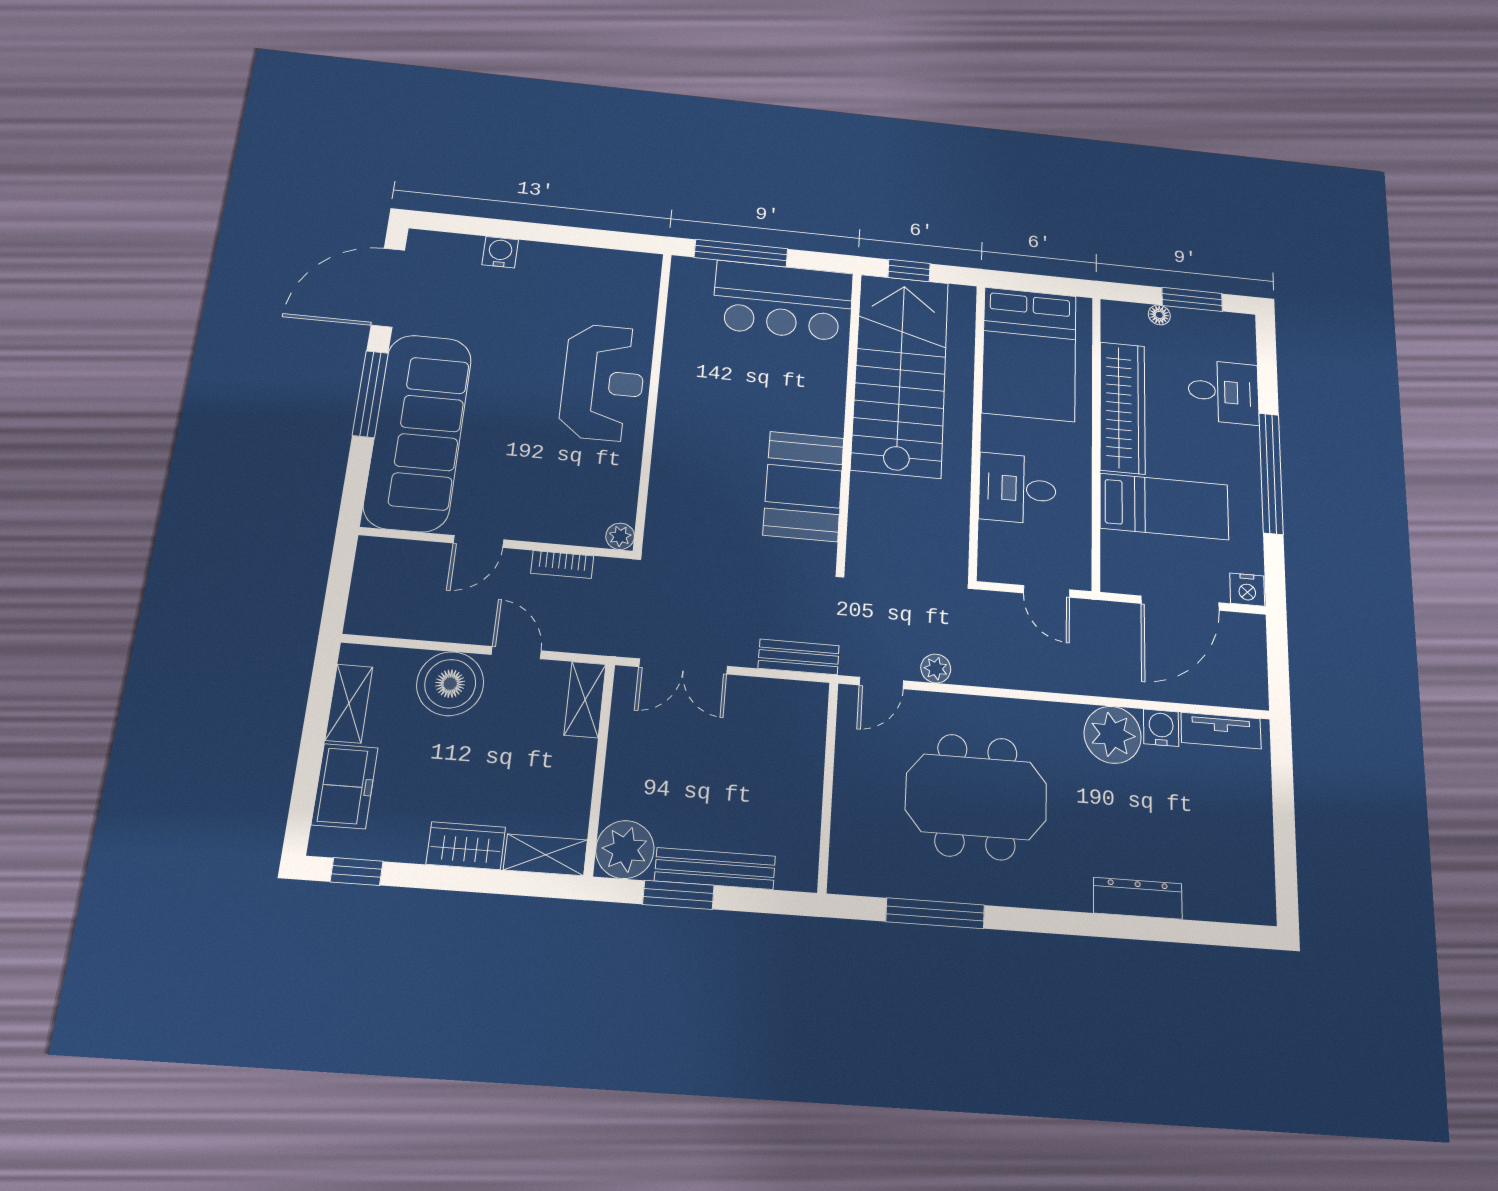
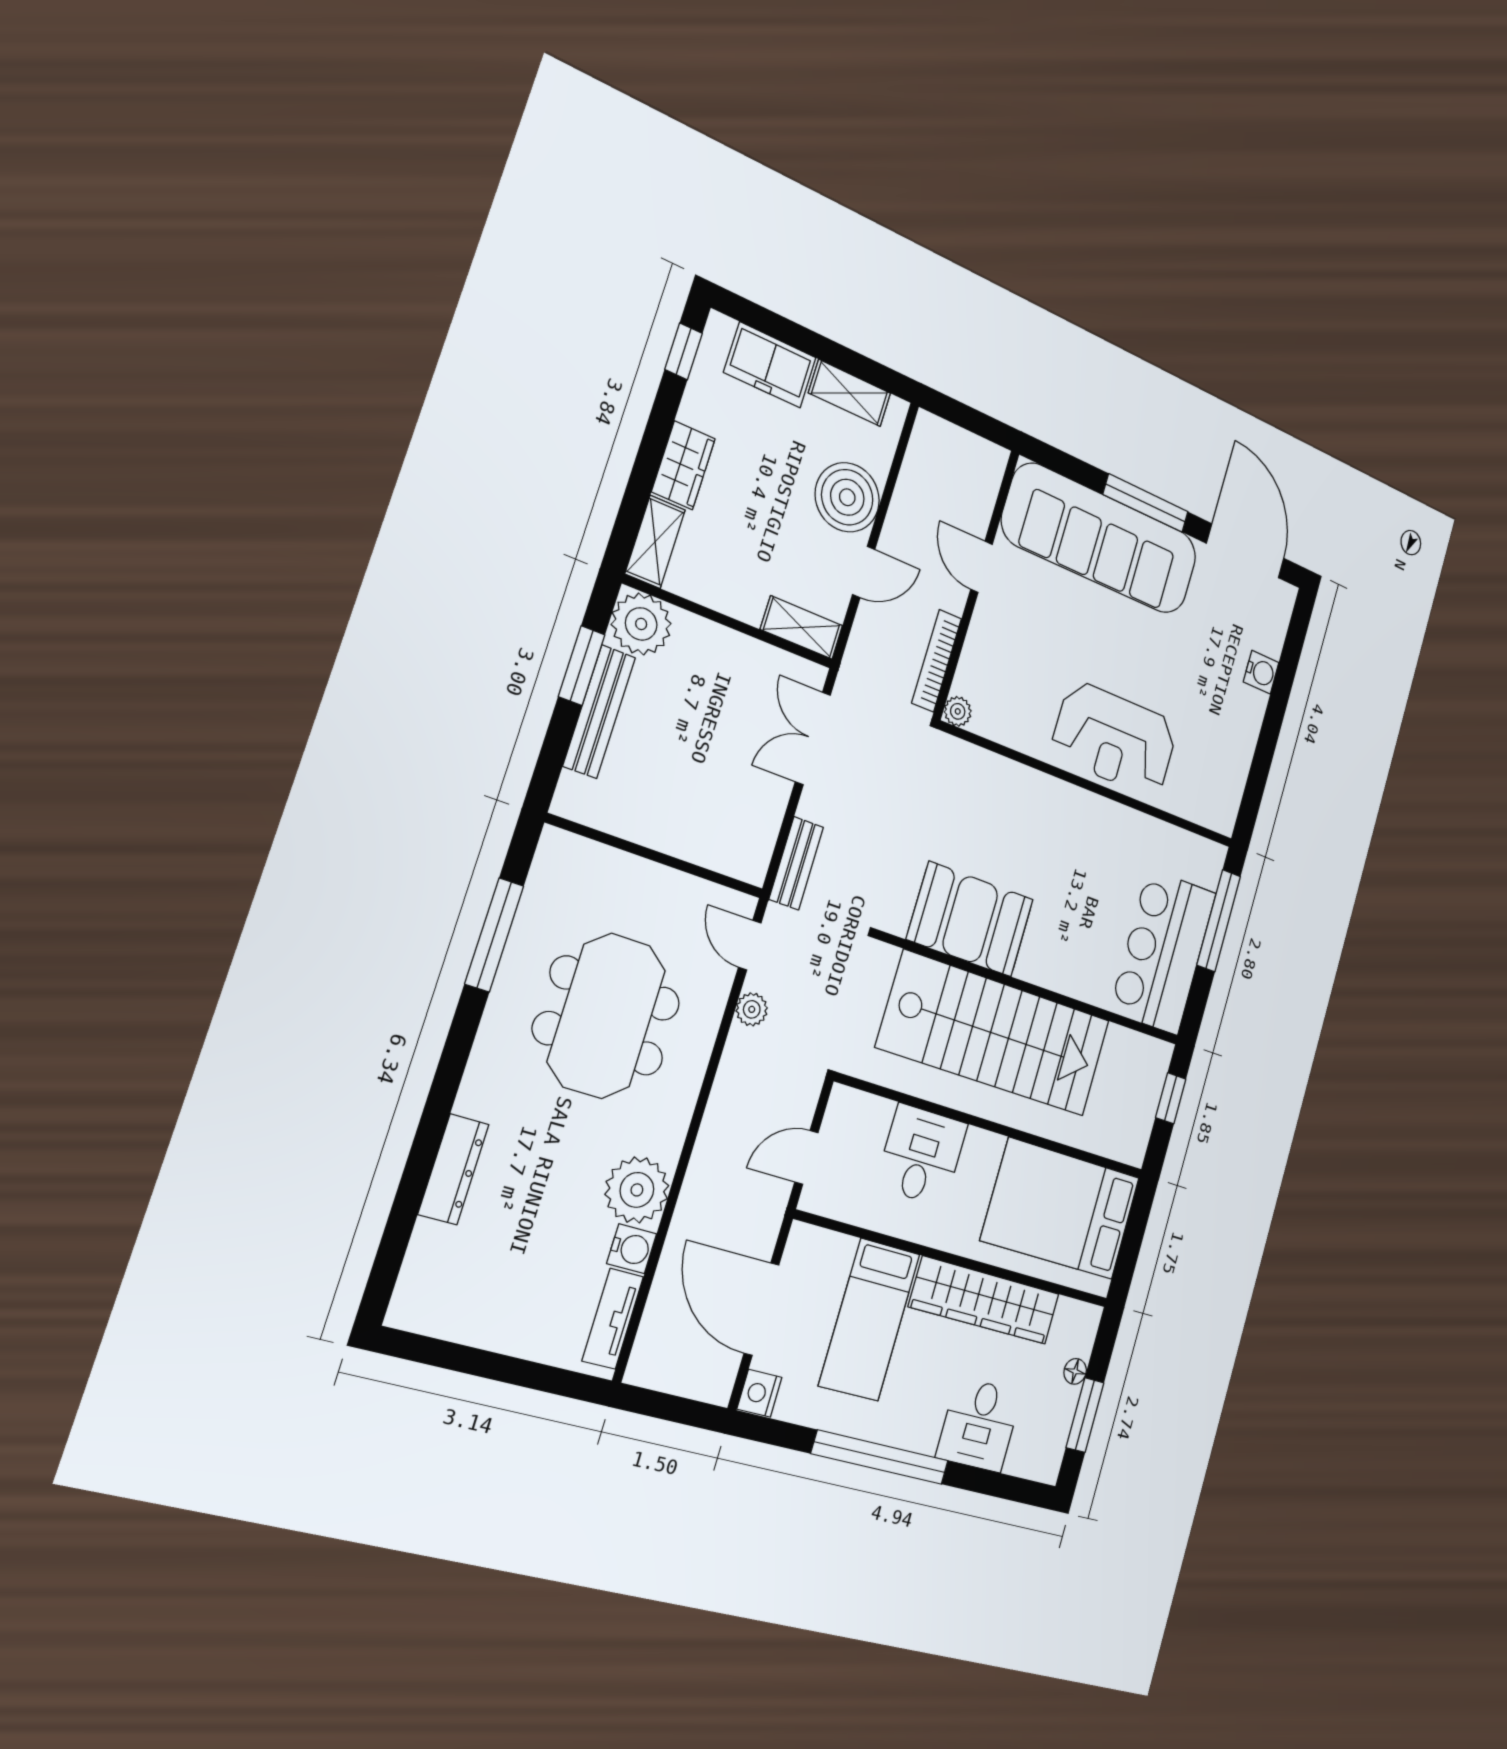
stairs: (900, 375) -> (995, 1034), moved
bookcase: (562, 564) -> (937, 661), width x1.56

